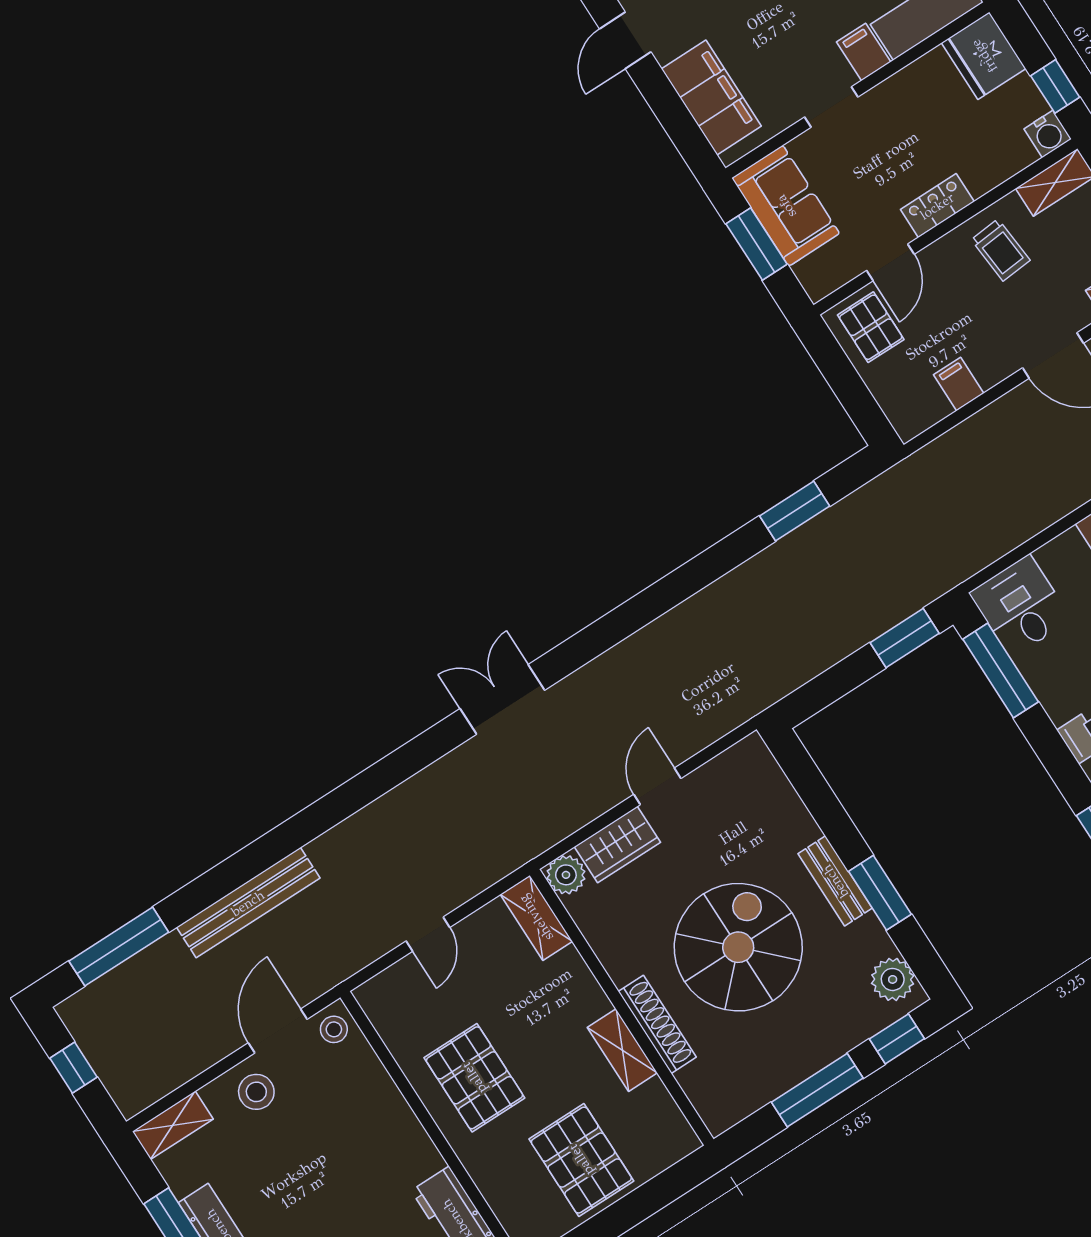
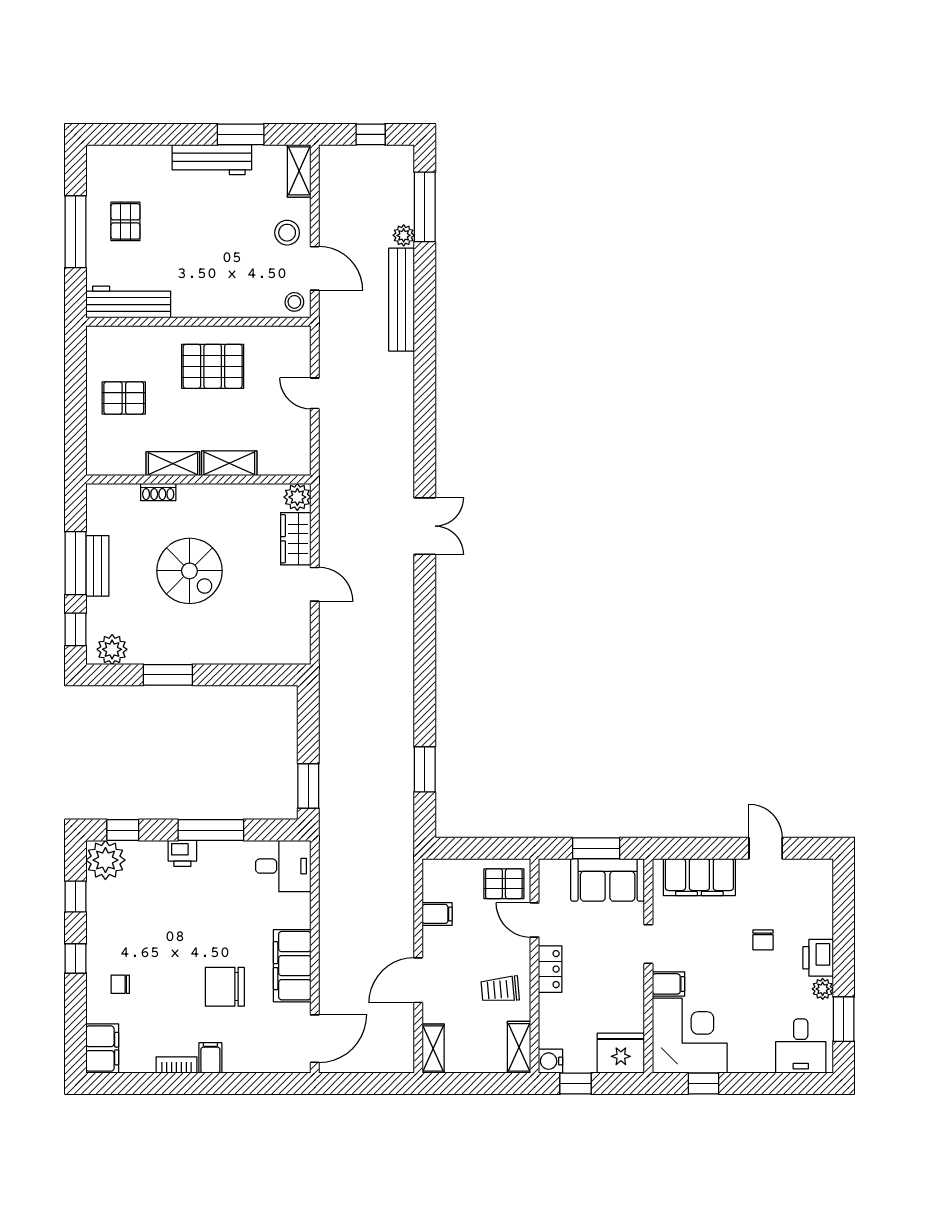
window: (1001, 670) -> (211, 830), moved
bench: (835, 881) -> (97, 566), moved, turned 90
shelving: (536, 918) -> (229, 463), moved
spiral stairs: (738, 947) -> (189, 571), width x0.73, depth x0.73
plant: (169, 950) -> (404, 235), added
shoe rack: (657, 1024) -> (158, 492), width x0.51, depth x0.81
pallet: (581, 1160) -> (124, 398), width x0.67, depth x0.71

